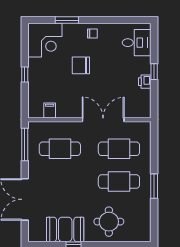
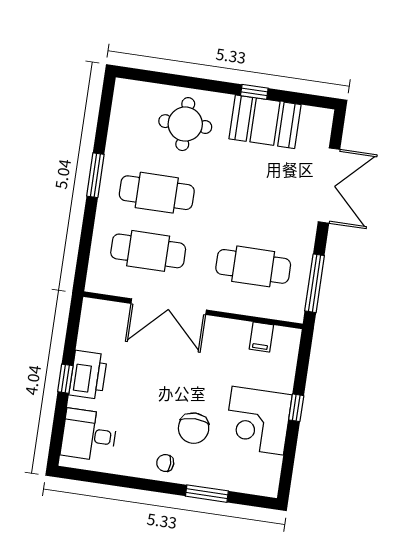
corner desk: (45, 40) -> (258, 421), moved, turned -90
chair: (81, 65) -> (194, 428), moved, turned 90
printer: (145, 82) -> (88, 375), width x1.87, depth x1.48

